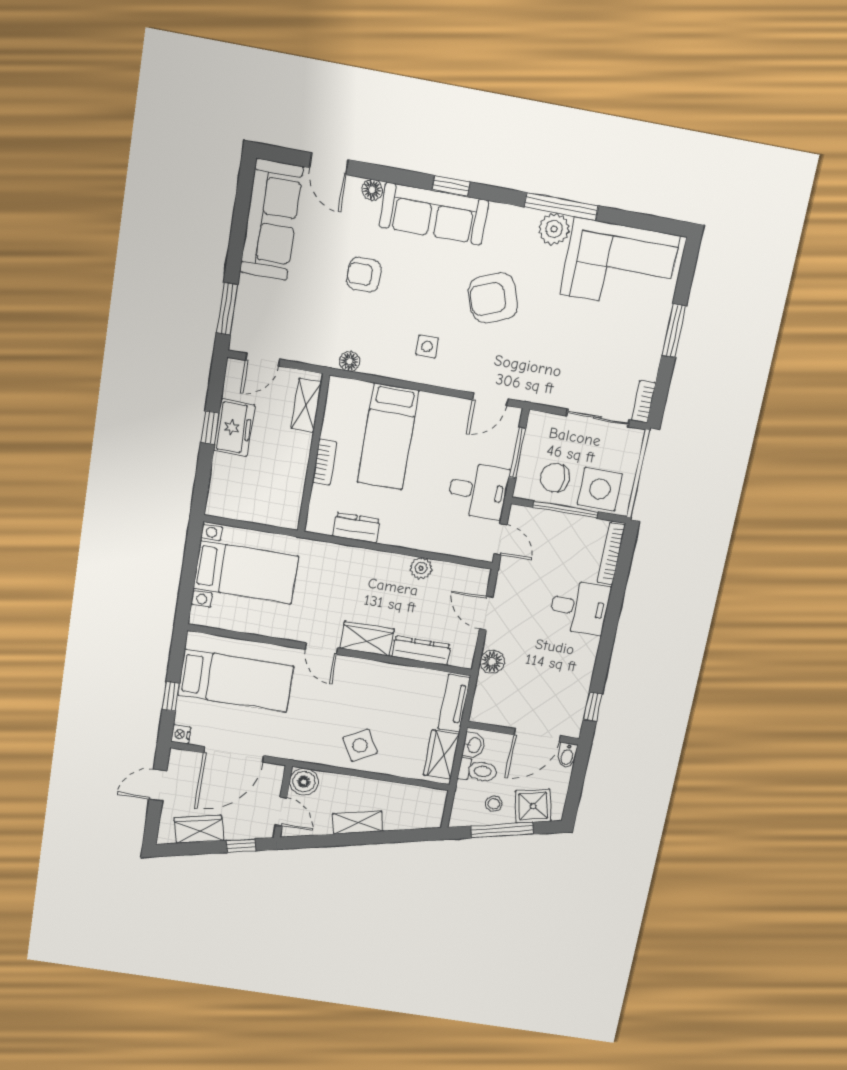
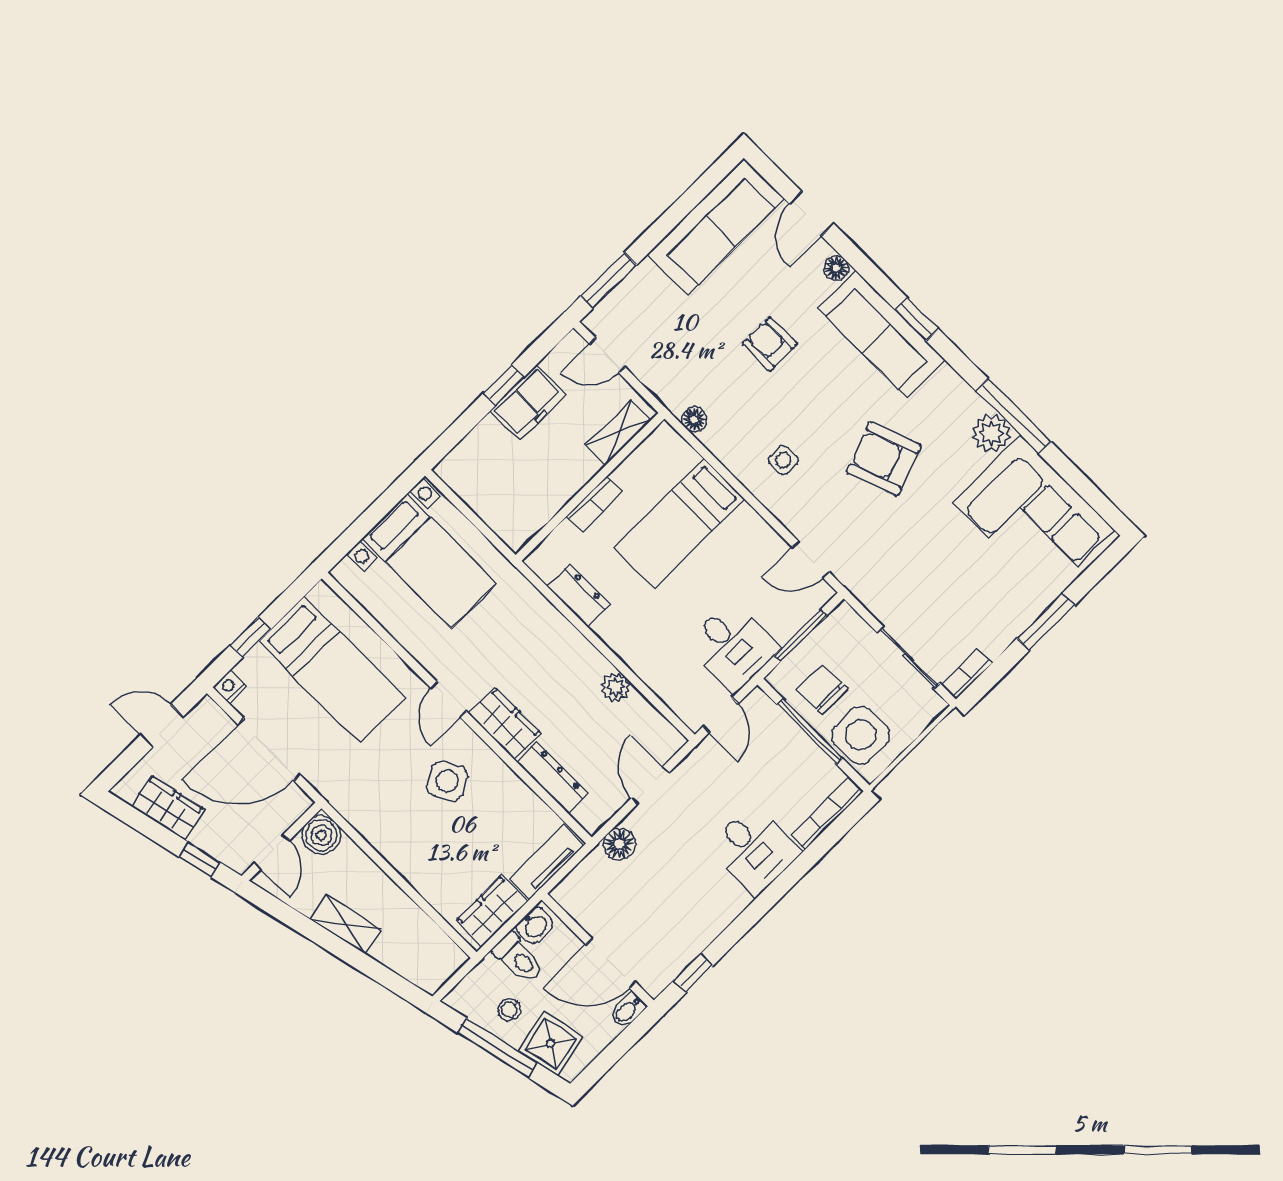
side table: (360, 745) -> (447, 781), moved

